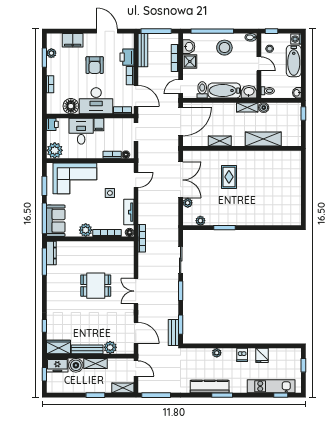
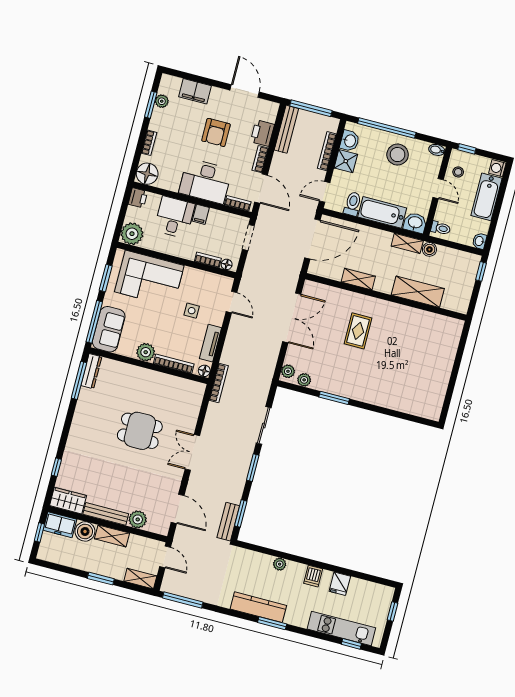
floor lamp: (71, 106) -> (147, 174), moved
door: (136, 180) -> (231, 302), hinge flipped
plant: (188, 203) -> (288, 371), moved

